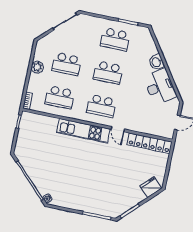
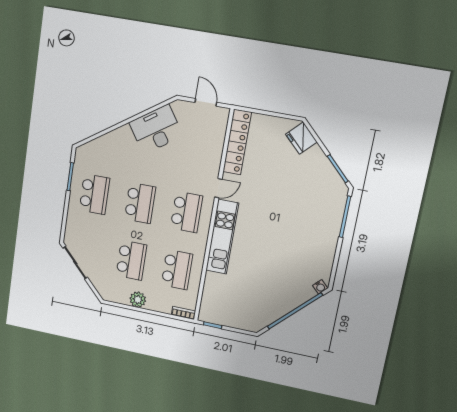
washbasin: (156, 62) -> (122, 135), removed

